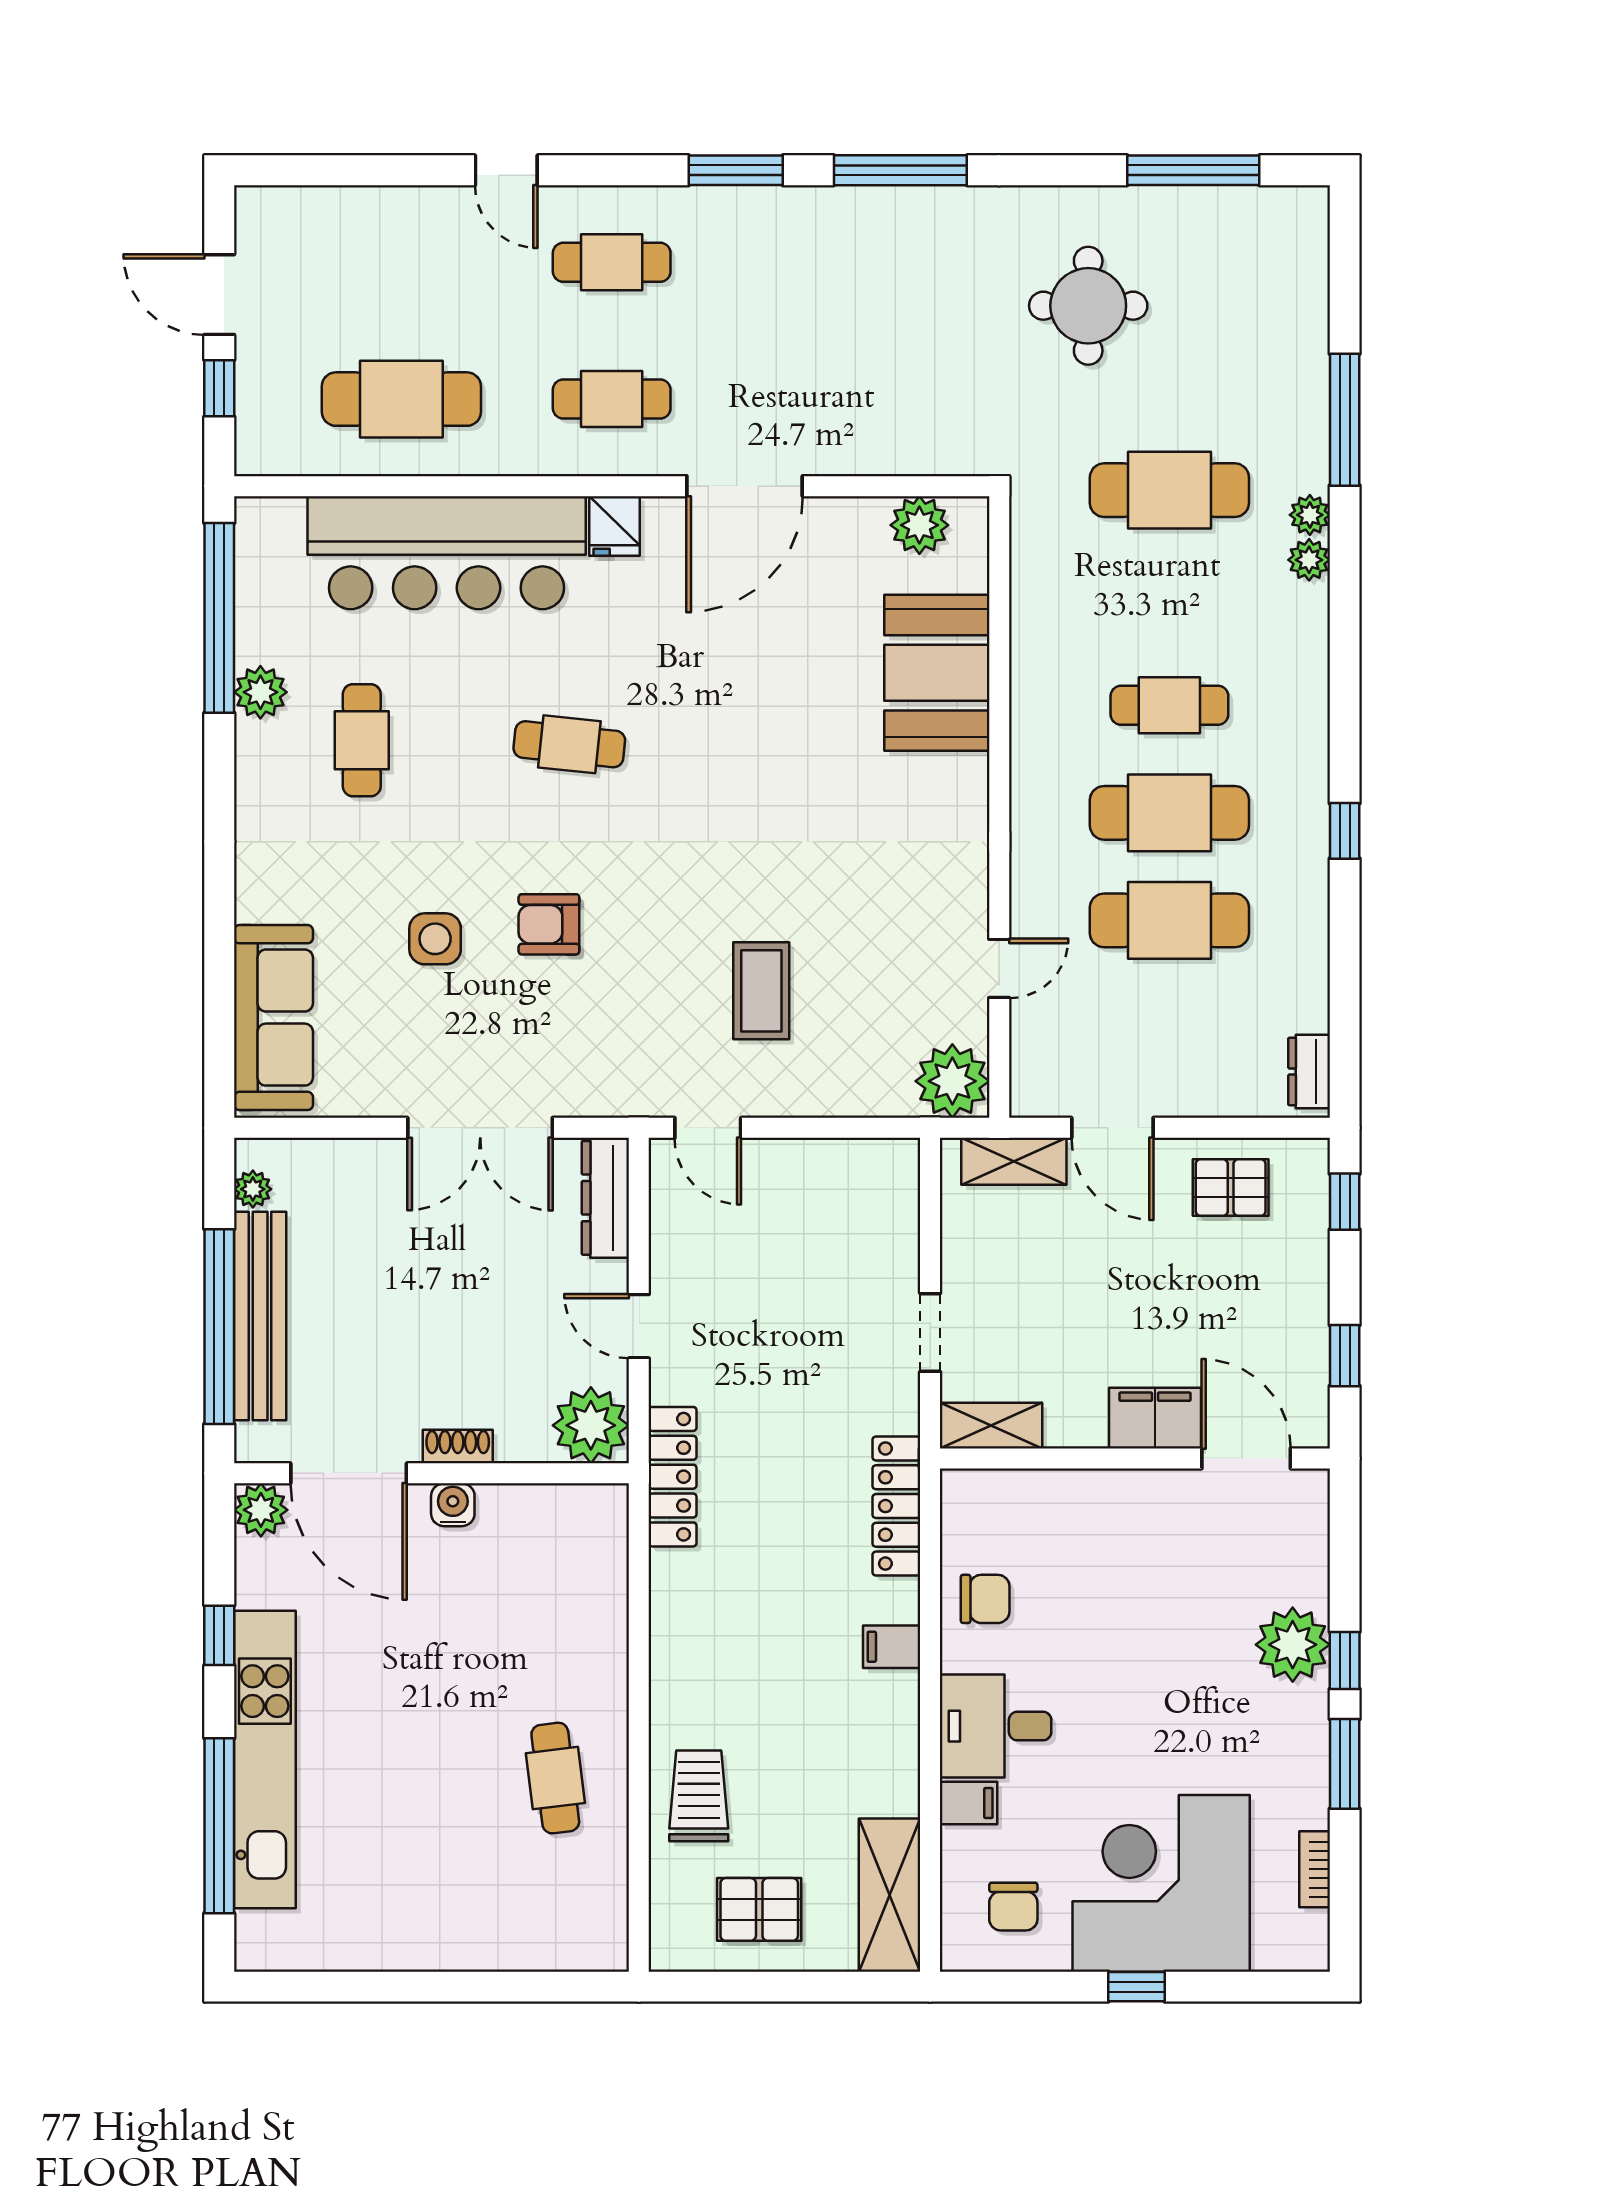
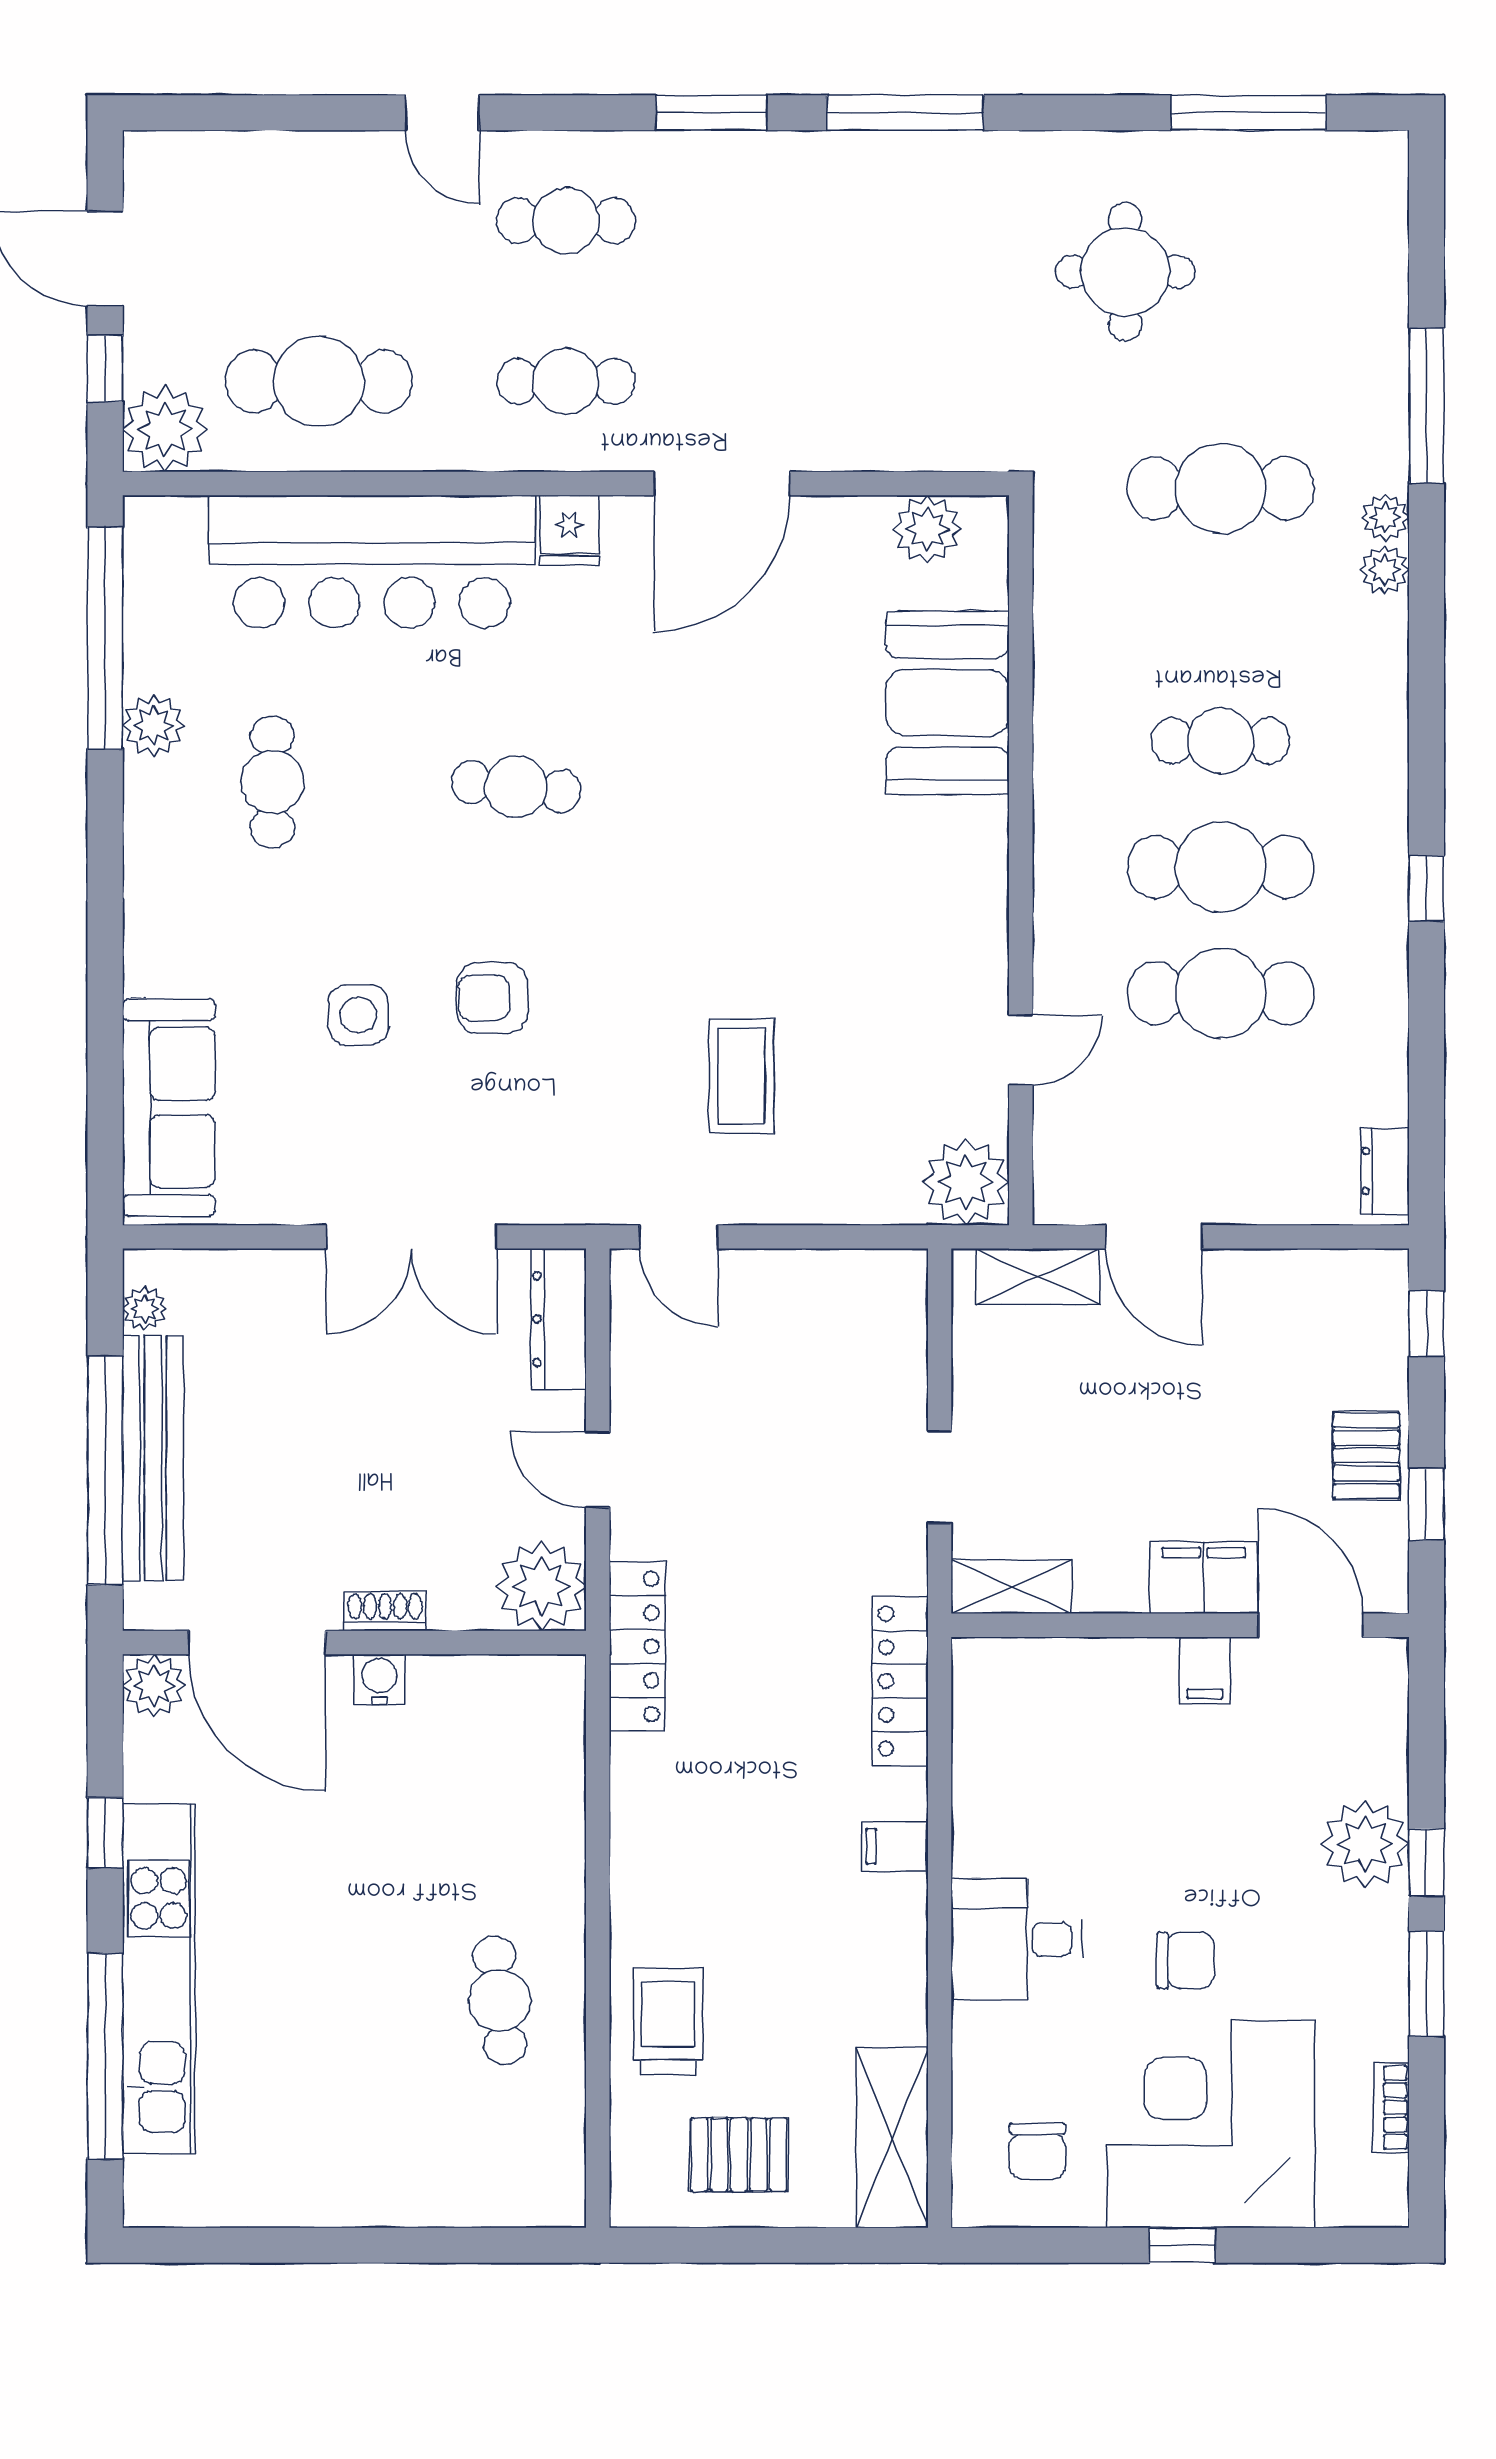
plant: (270, 440) -> (165, 429), added
pallet: (1231, 1188) -> (1366, 1456), moved, turned 90
chair: (985, 1599) -> (1185, 1960), moved
filing cabinet: (968, 1803) -> (1205, 1670), moved, turned 90

